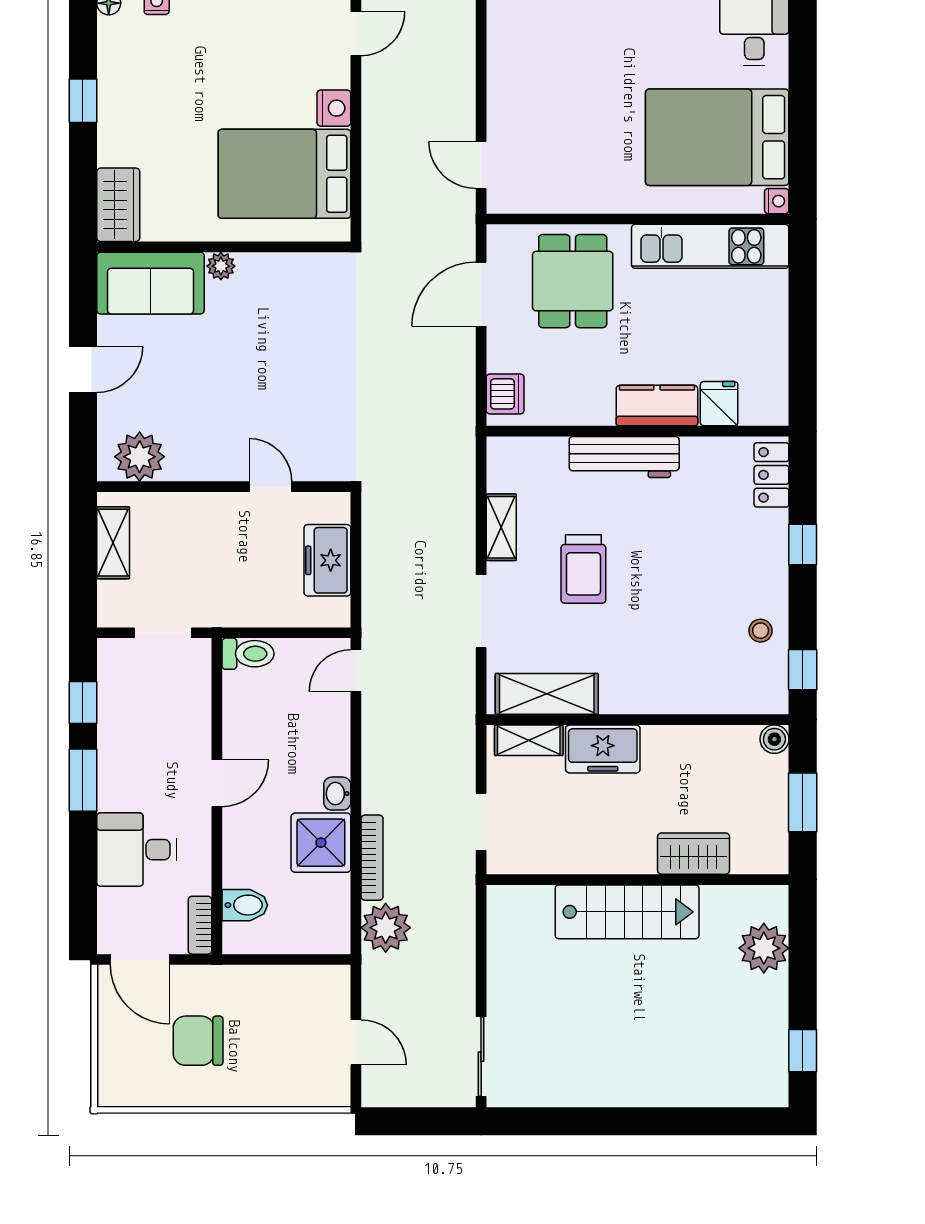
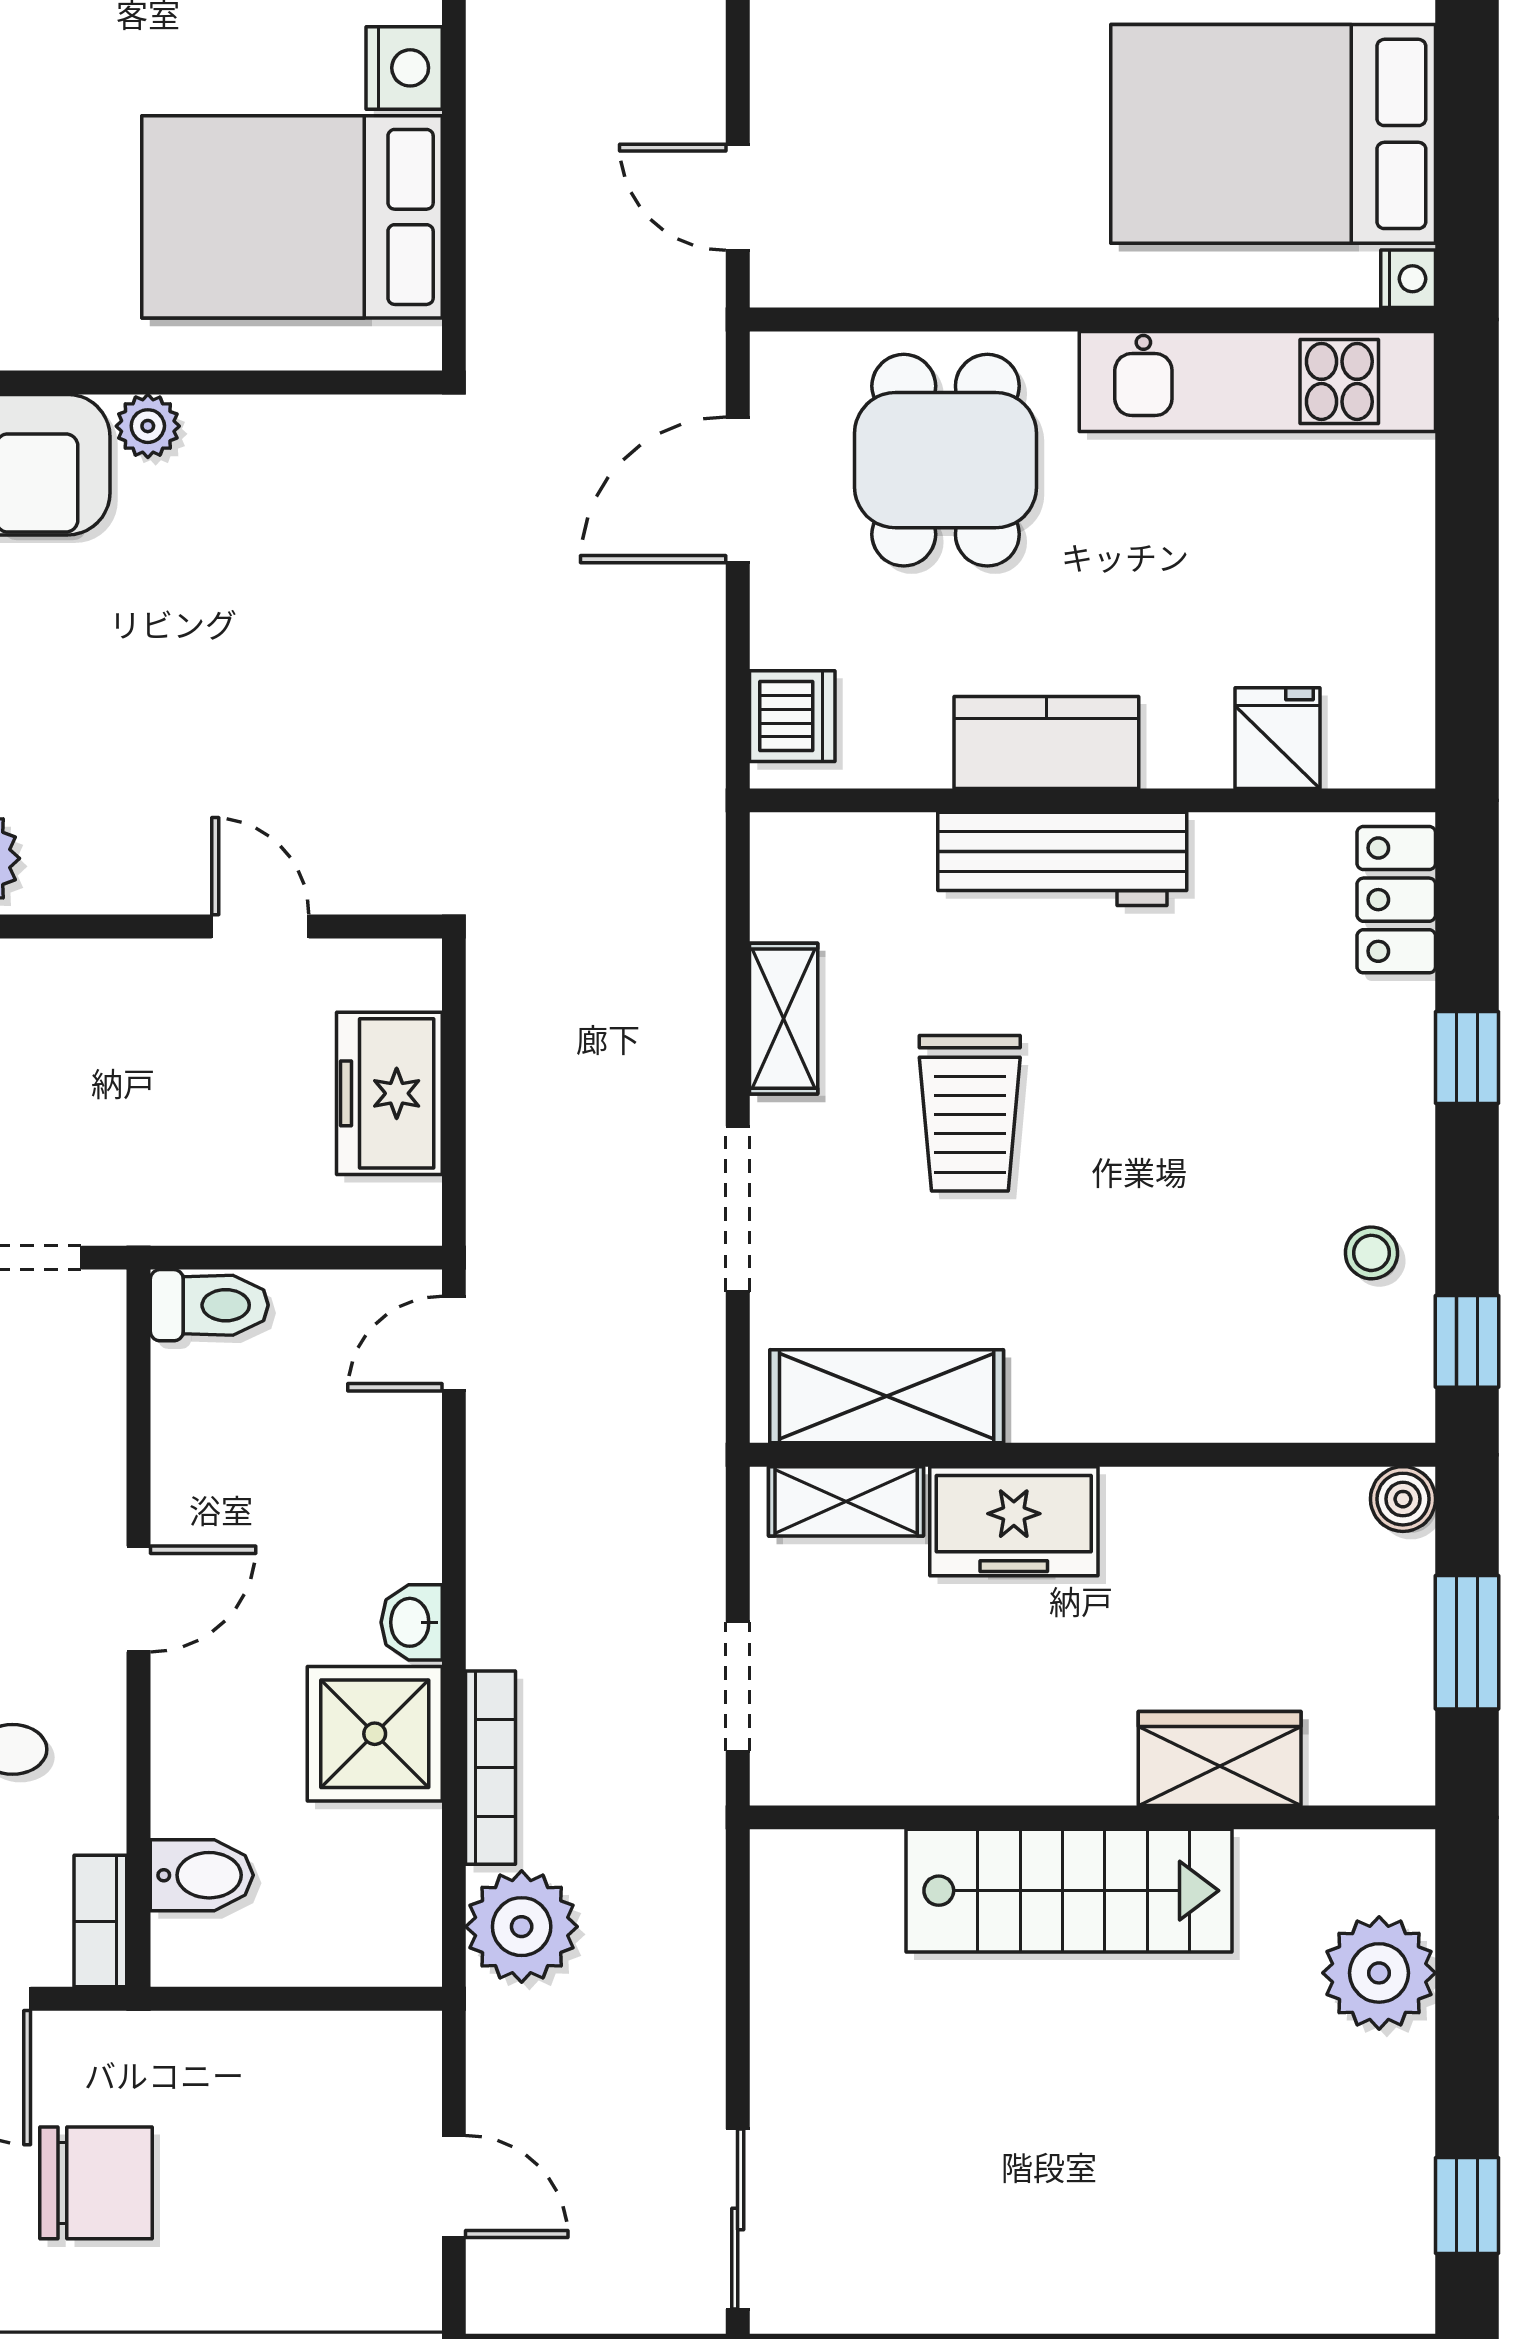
kitchen counter: (657, 406) -> (1046, 742), moved
chair: (198, 1041) -> (96, 2183), turned 180

